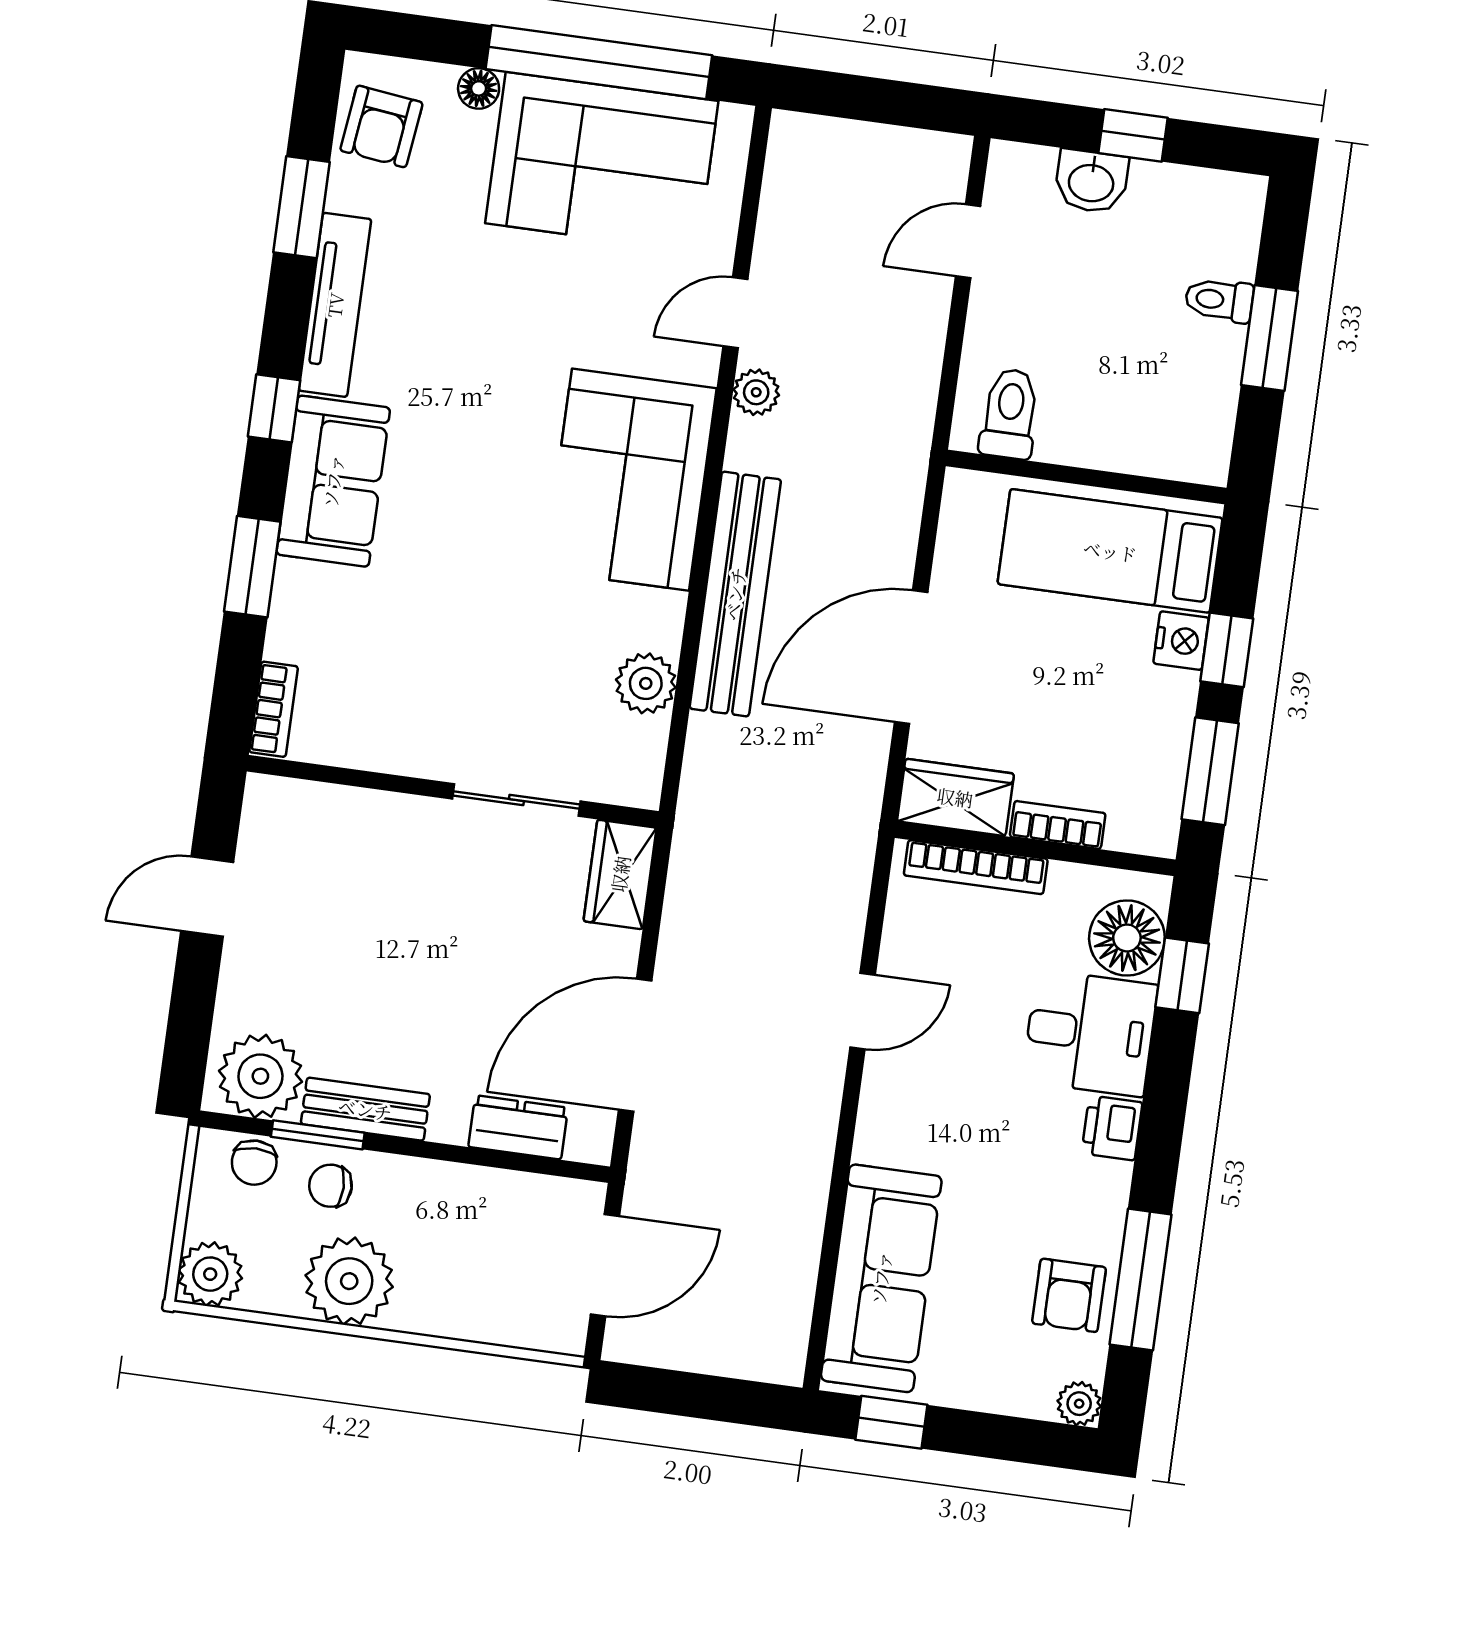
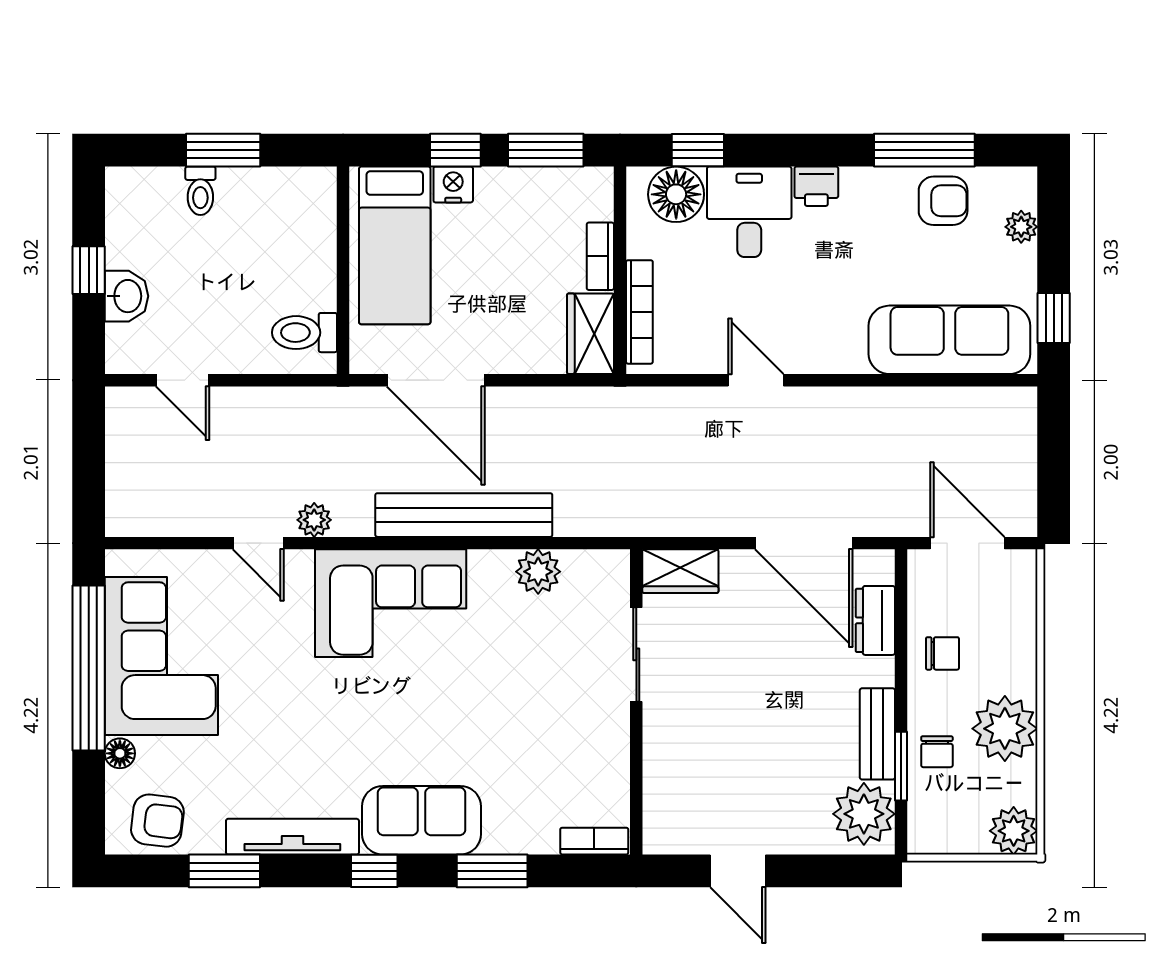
door: (911, 657) -> (436, 380), moved
chair: (254, 1163) -> (943, 653), moved
plant: (1079, 1404) -> (1021, 227), moved

